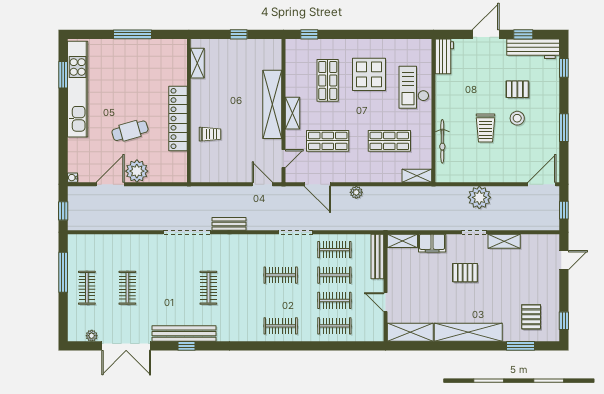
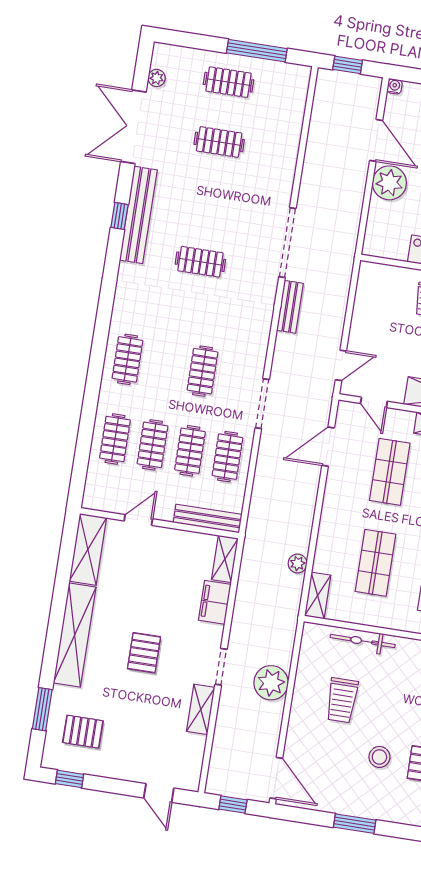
trolley: (485, 128) -> (342, 700), moved, turned -90
plant: (356, 192) -> (298, 563), moved
pallet: (465, 273) -> (144, 653), moved

